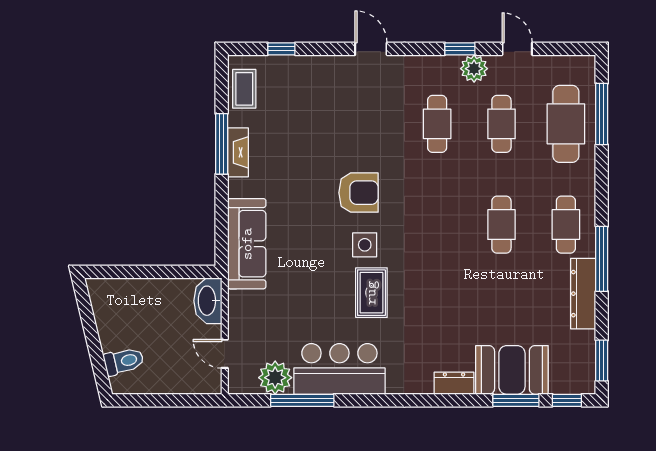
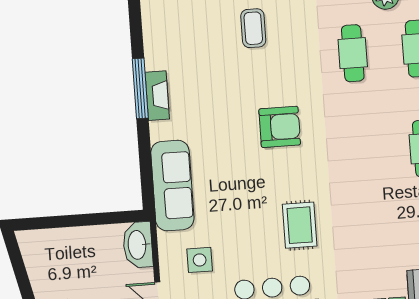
coffee table: (244, 89) -> (253, 28), moved
side table: (365, 245) -> (200, 260), moved

